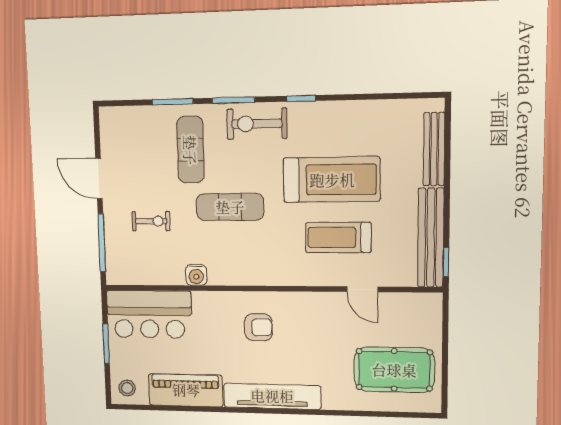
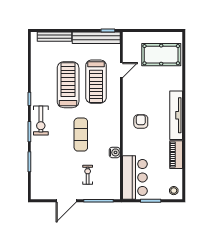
exercise mat: (190, 150) -> (53, 154), removed
treadmill: (338, 237) -> (96, 82), width x1.37, depth x1.38
pool table: (394, 370) -> (161, 55), turned 90
piano: (186, 390) -> (176, 155), width x0.73, depth x0.75

